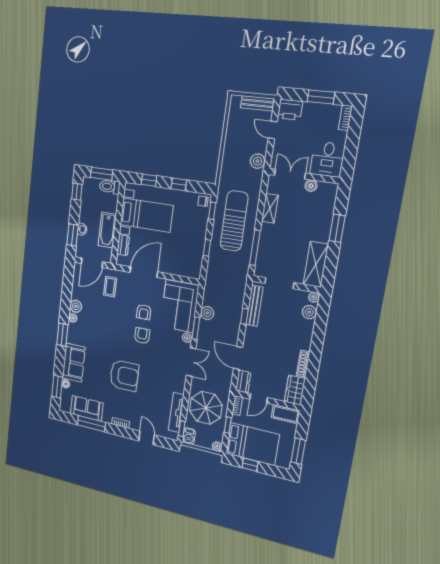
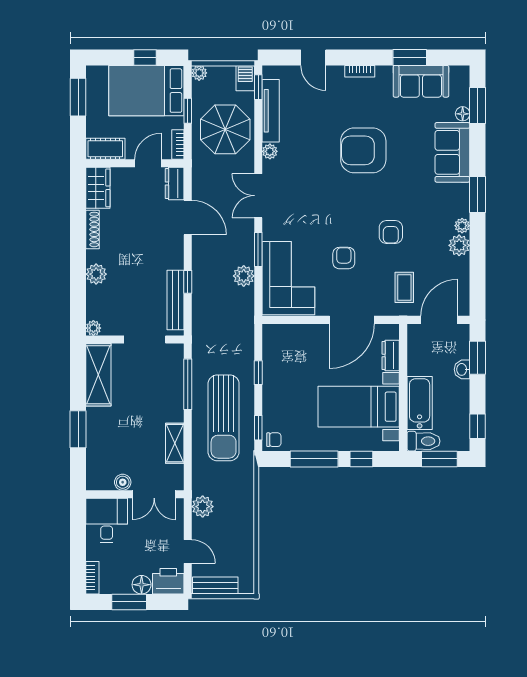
floor lamp: (310, 109) -> (142, 585), added
window: (179, 184) -> (314, 459), width x2.17
bathtub: (107, 230) -> (420, 403), moved
plant: (309, 312) -> (96, 274), moved
armchair: (142, 336) -> (391, 232), moved
plant: (187, 338) -> (270, 151), moved
window: (91, 424) -> (410, 57), width x0.69

